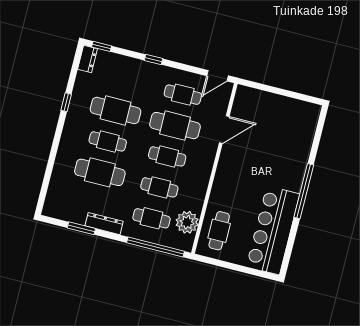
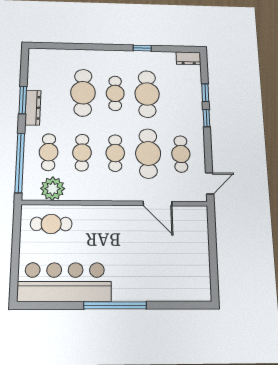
window: (102, 46) -> (205, 93), moved
door: (217, 76) -> (210, 183), swing flipped
window: (81, 228) -> (23, 100), moved

